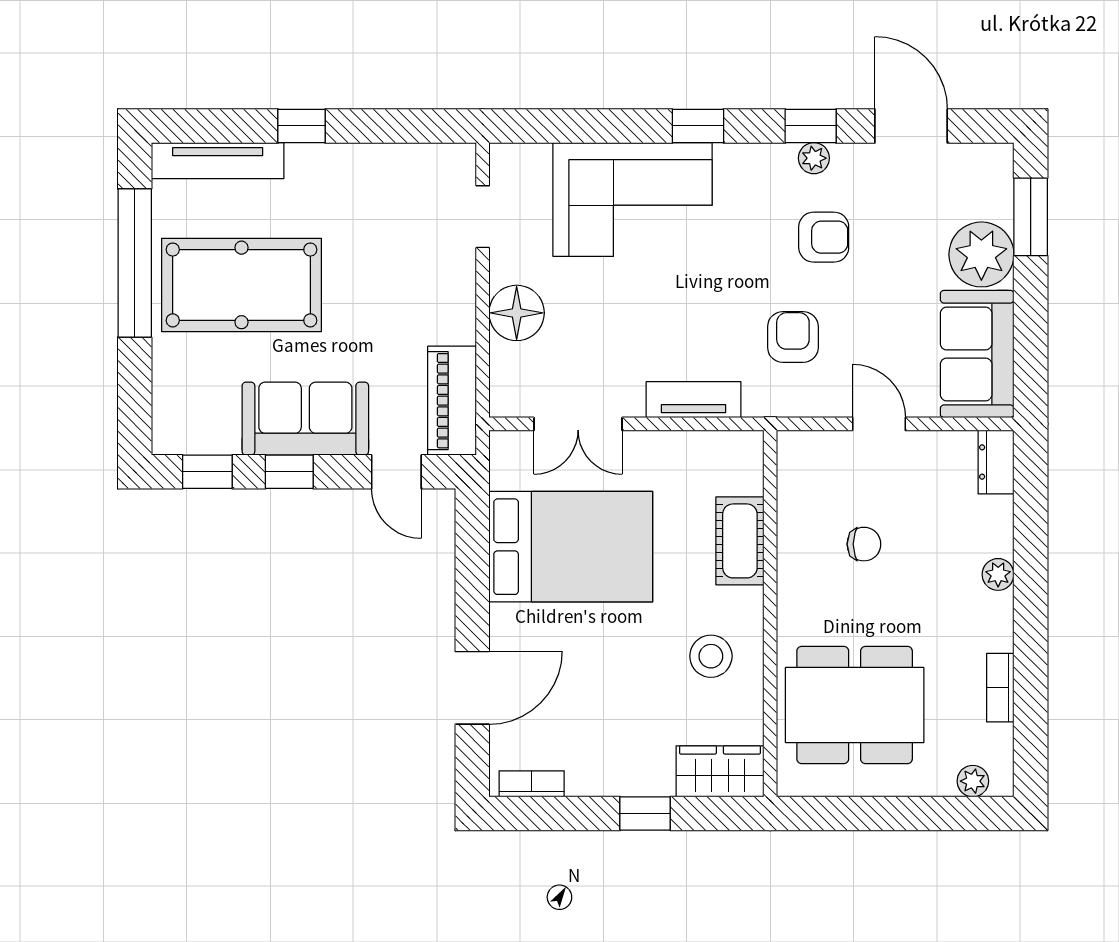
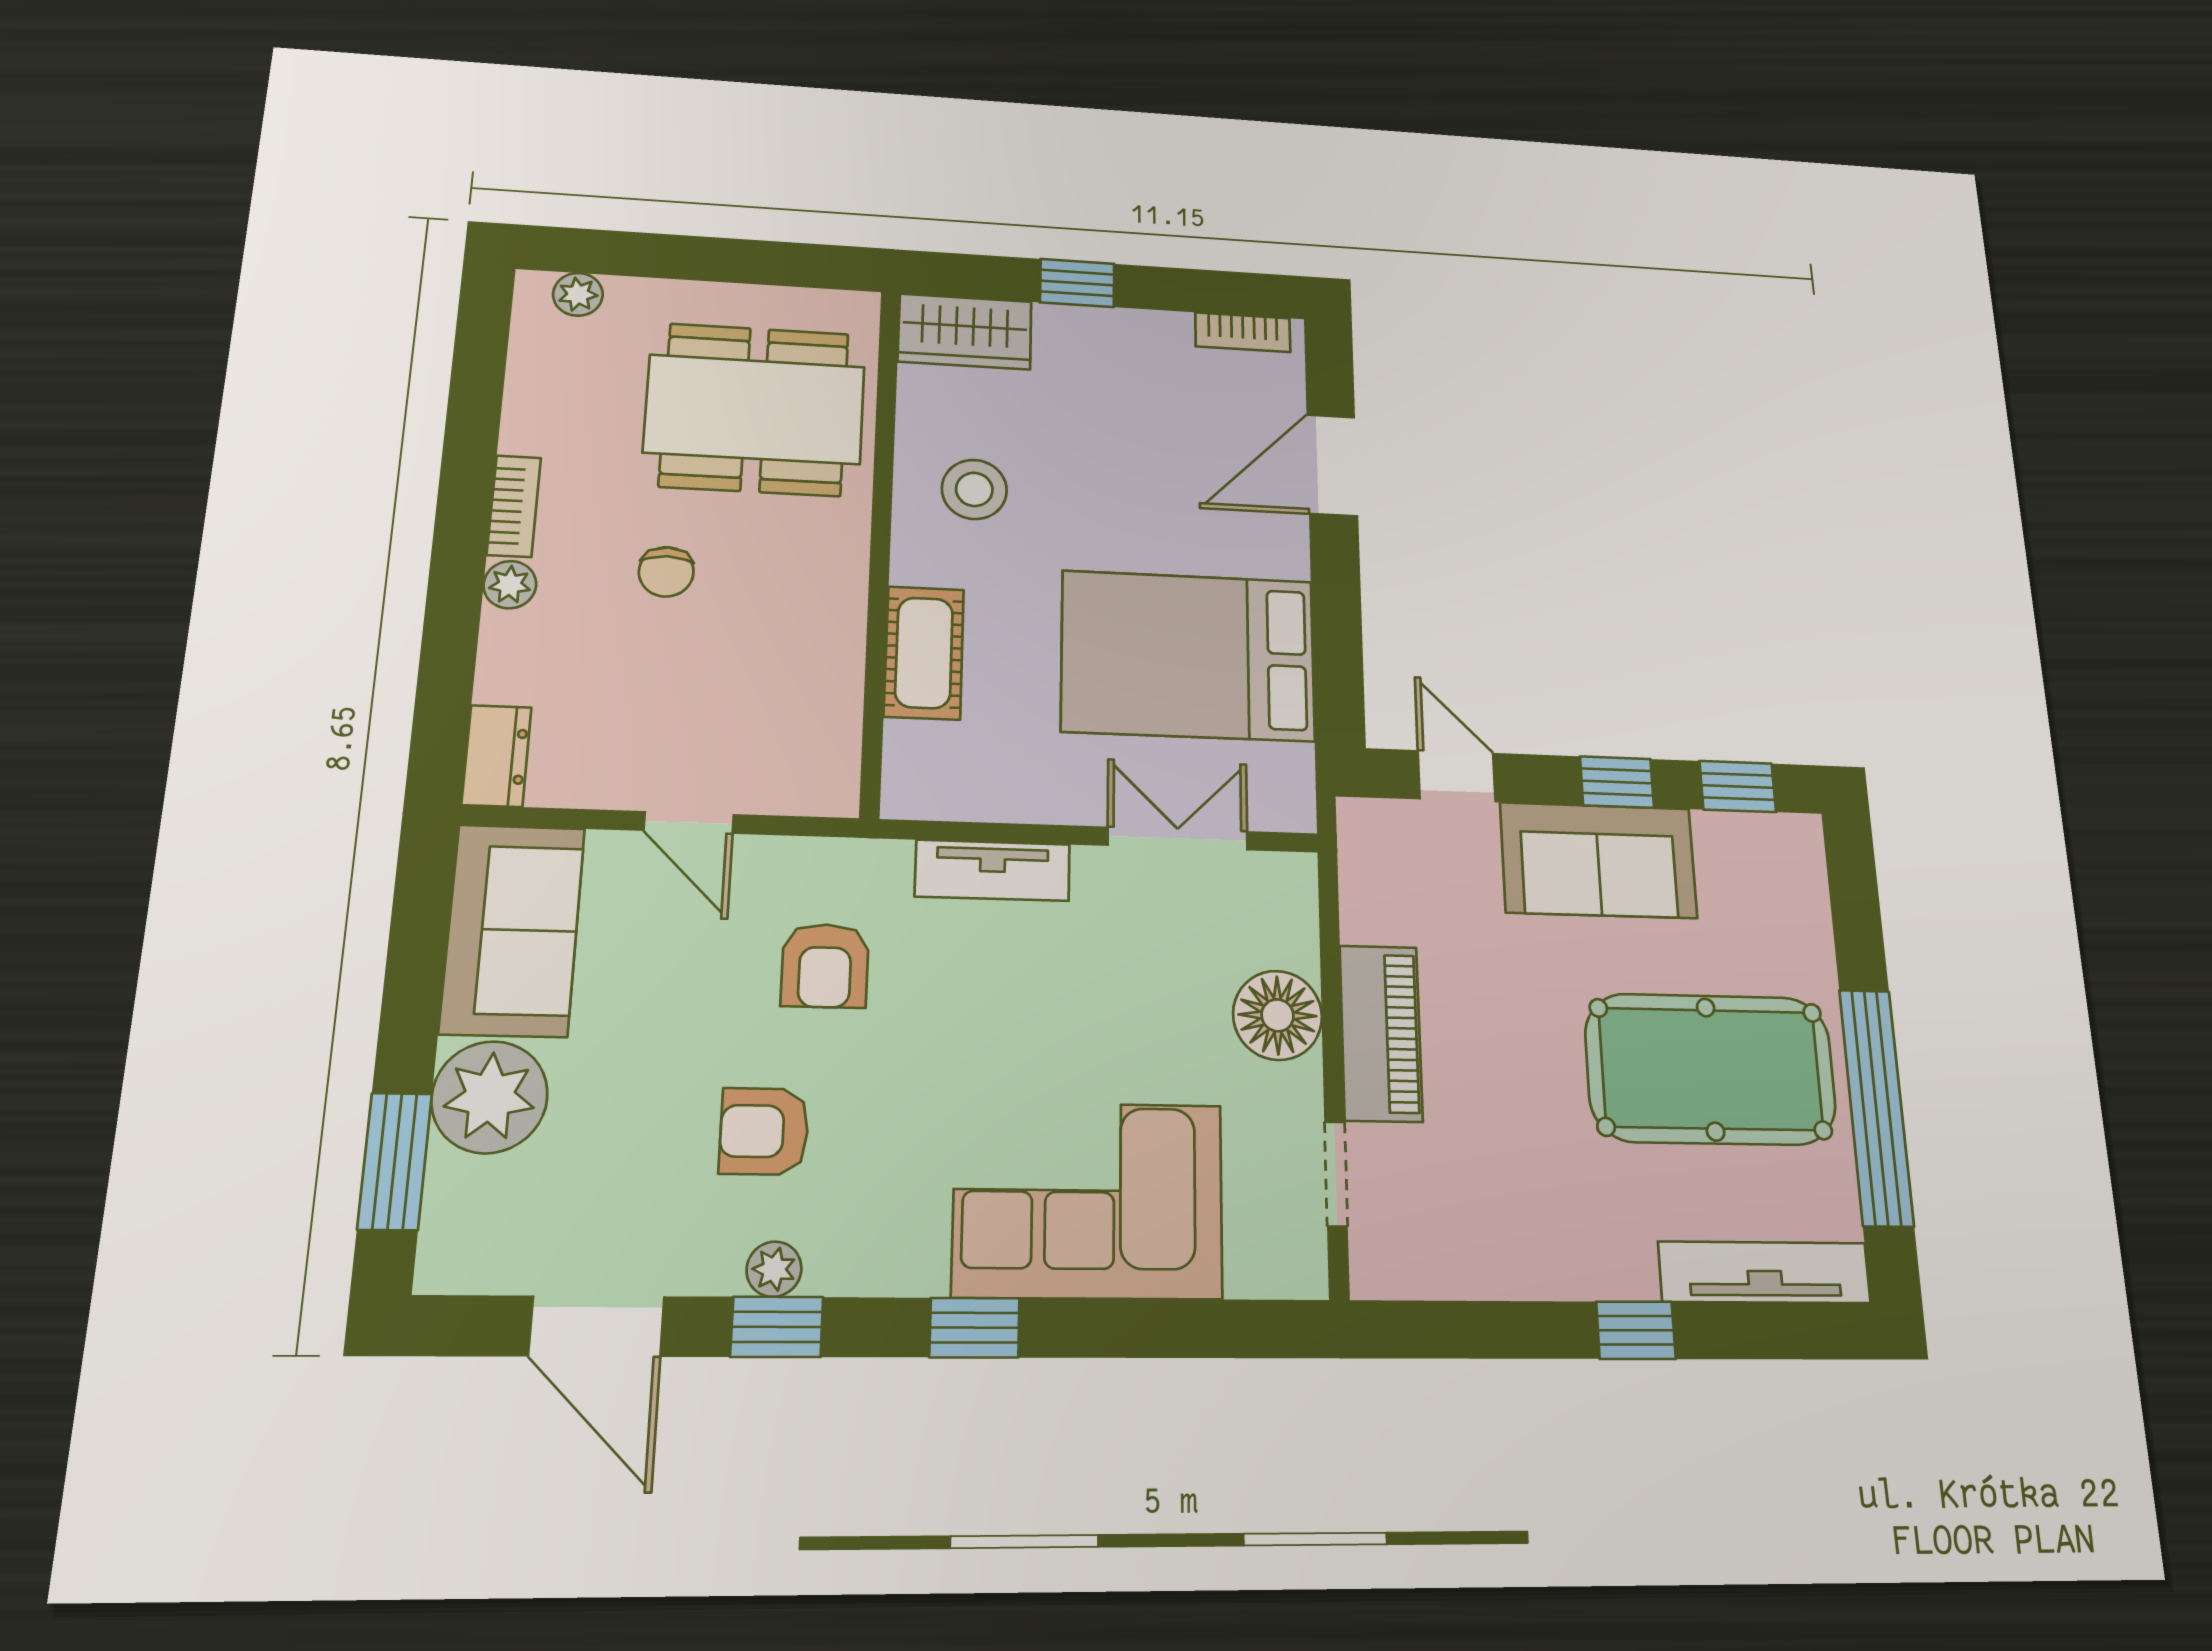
piano: (452, 401) -> (1381, 1033), moved
chair: (864, 544) -> (666, 572), moved, turned -90
bookcase: (1000, 688) -> (514, 506), moved

